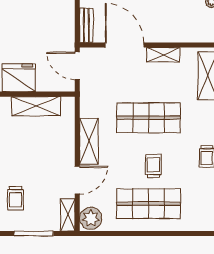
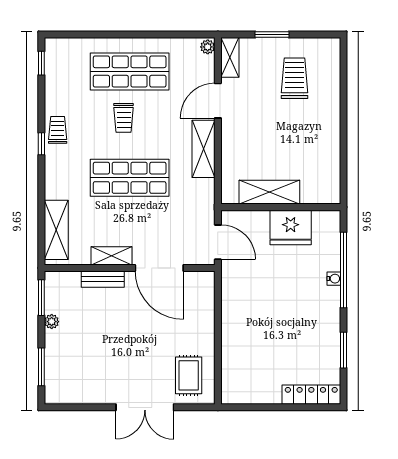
bench: (86, 25) -> (103, 279), moved, turned 90
trolley: (16, 198) -> (294, 78), width x1.36, depth x1.39
plant: (91, 218) -> (208, 47), width x0.53, depth x0.53
window: (34, 233) -> (272, 34), width x0.69

